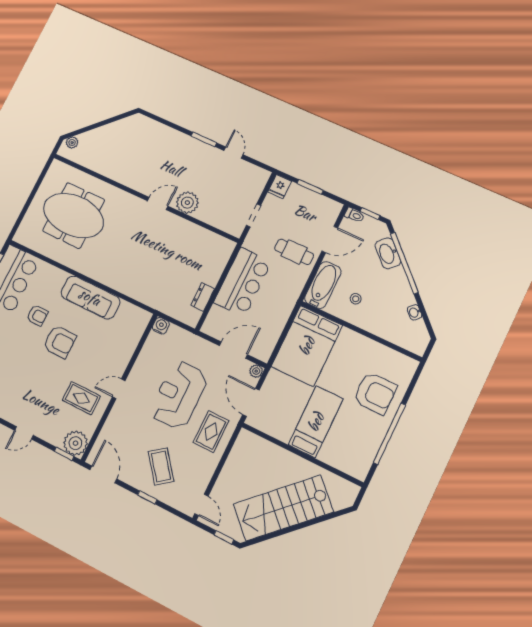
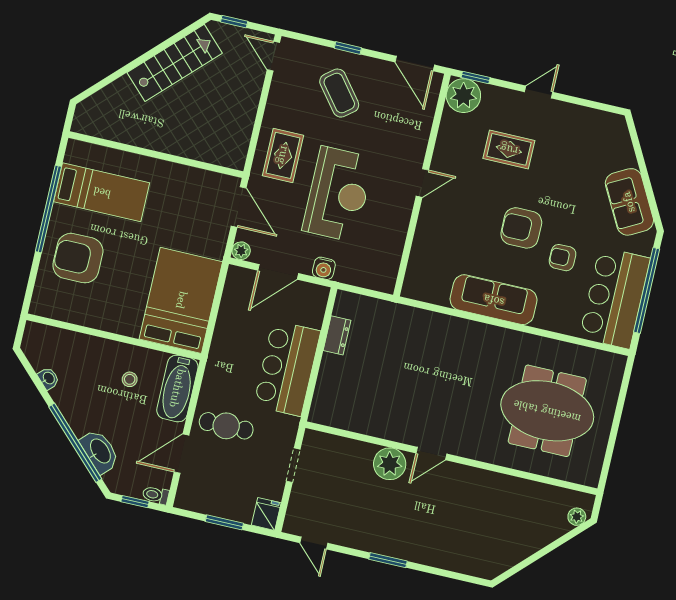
door: (233, 153) -> (314, 543), moved
water cooler: (161, 326) -> (324, 268), moved
rug: (81, 398) -> (509, 149), moved
bed: (316, 422) -> (102, 192), moved, turned -90
stairs: (283, 508) -> (175, 63), width x0.73, depth x0.66

